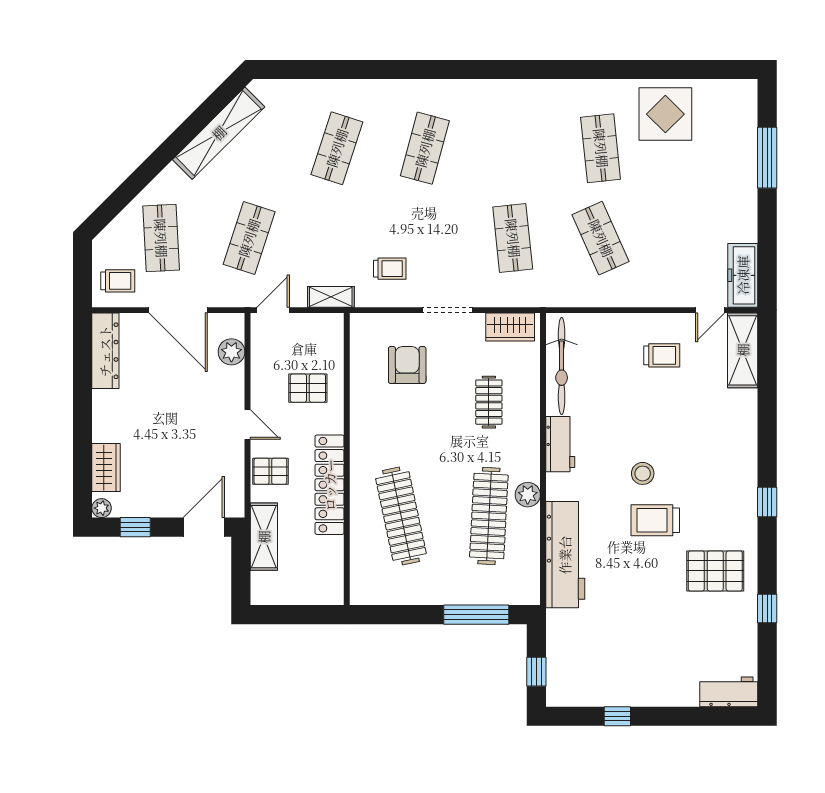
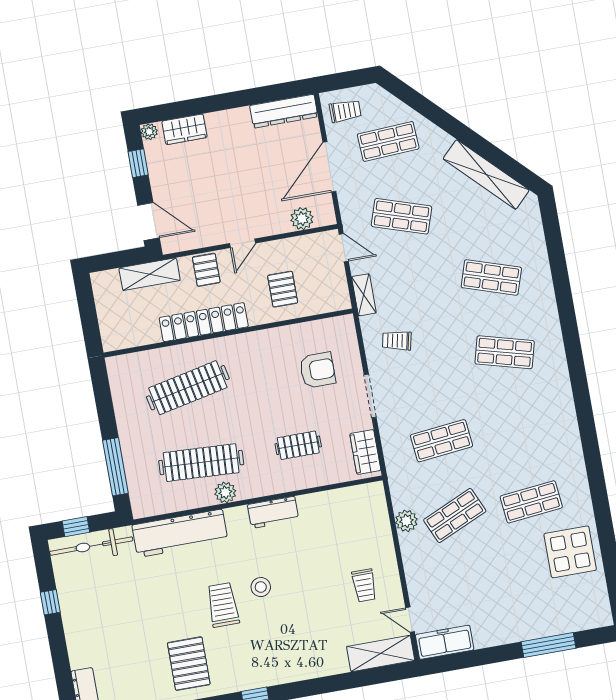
trolley: (390, 269) -> (397, 341), turned 102
trolley: (118, 281) -> (345, 111), turned -90
plant: (597, 294) -> (406, 521), added
bicycle: (562, 366) -> (91, 546), moved

